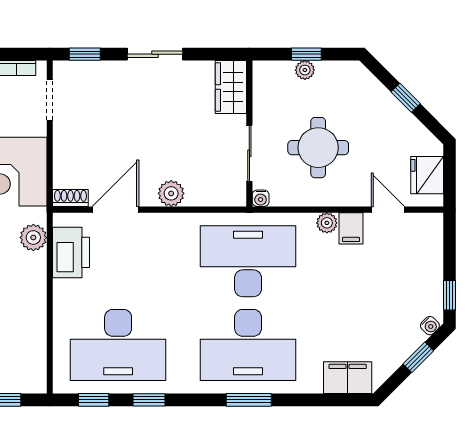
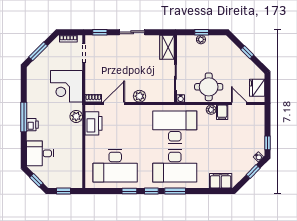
round table: (318, 148) -> (209, 87), moved
window: (94, 400) -> (151, 191), moved

